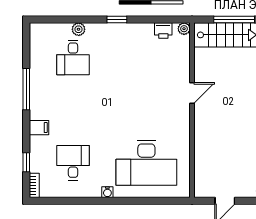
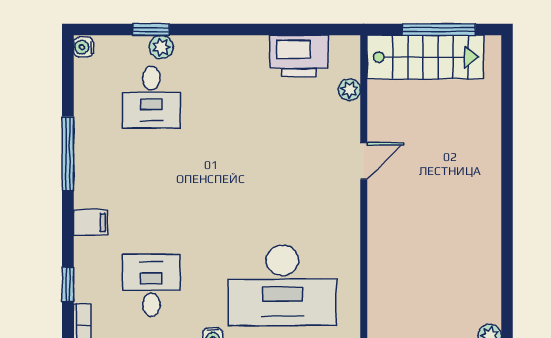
window: (117, 19) -> (151, 30), moved
water cooler: (35, 29) -> (83, 47), added
plant: (184, 29) -> (349, 90), moved
printer: (163, 30) -> (299, 56), width x1.87, depth x1.48

